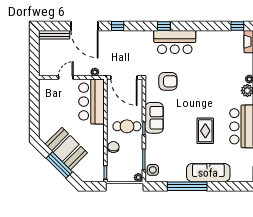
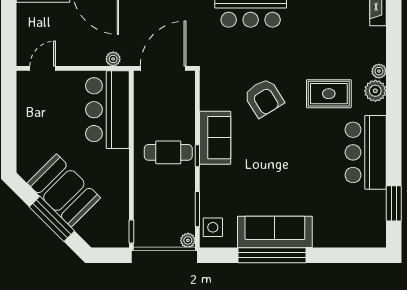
door: (66, 78) -> (43, 68), moved
door: (124, 78) -> (163, 68), swing flipped
armchair: (168, 81) -> (264, 98), moved, turned 58
rug: (205, 131) -> (329, 94), moved, turned 90
chair: (113, 147) -> (145, 188), removed
sofa: (208, 173) -> (275, 232), moved

